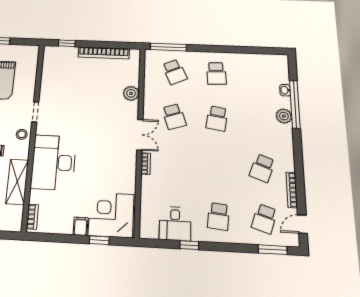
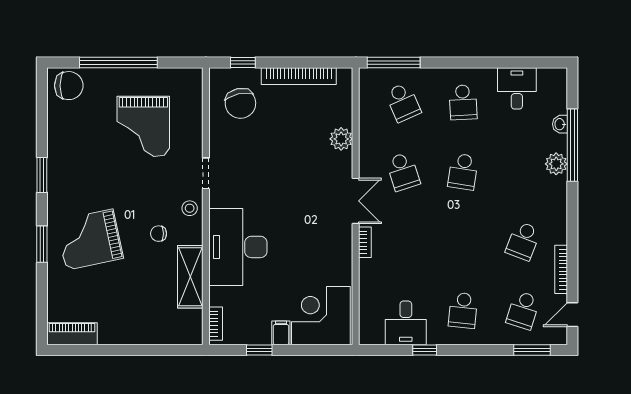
desk: (254, 66) -> (517, 88), added
chair: (63, 68) -> (240, 103), added
window: (99, 240) -> (259, 350), moved

